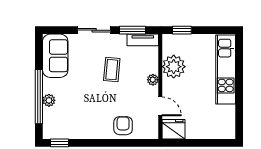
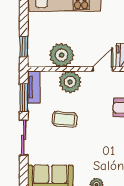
plant: (153, 80) -> (70, 82), width x1.88, depth x1.88

